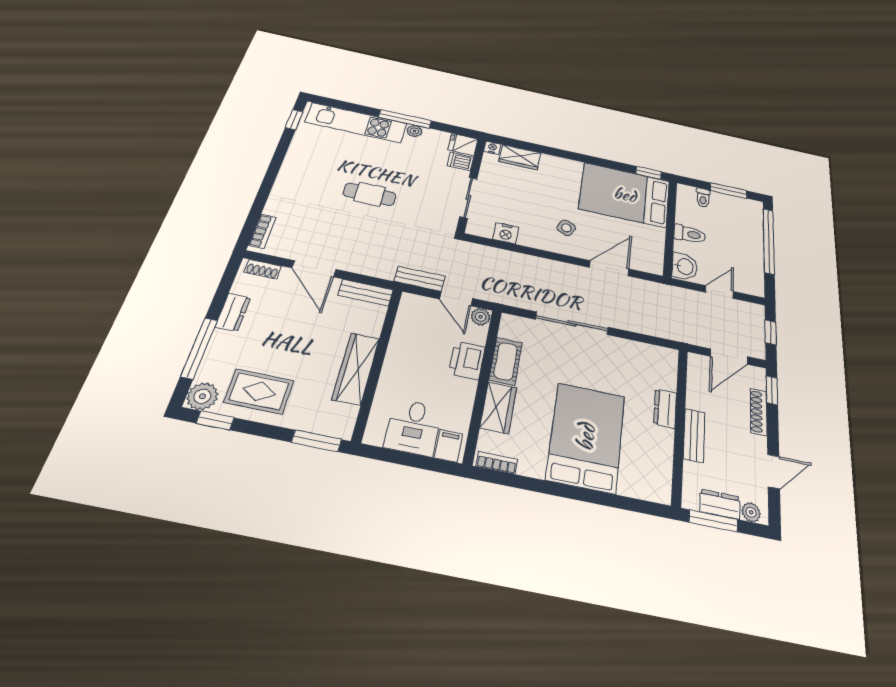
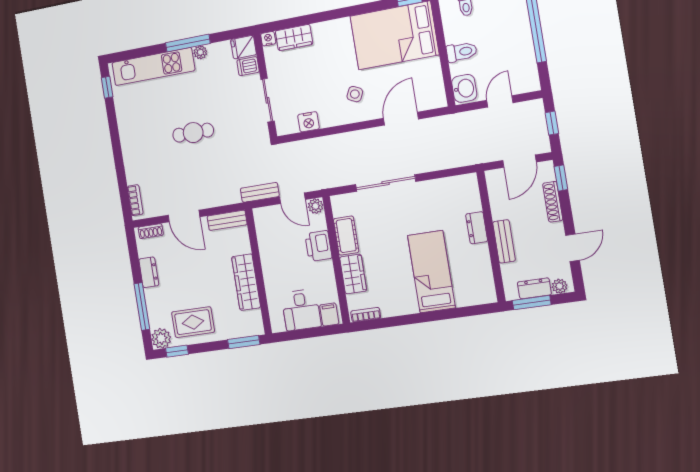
bed: (586, 437) -> (431, 272), width x0.67

